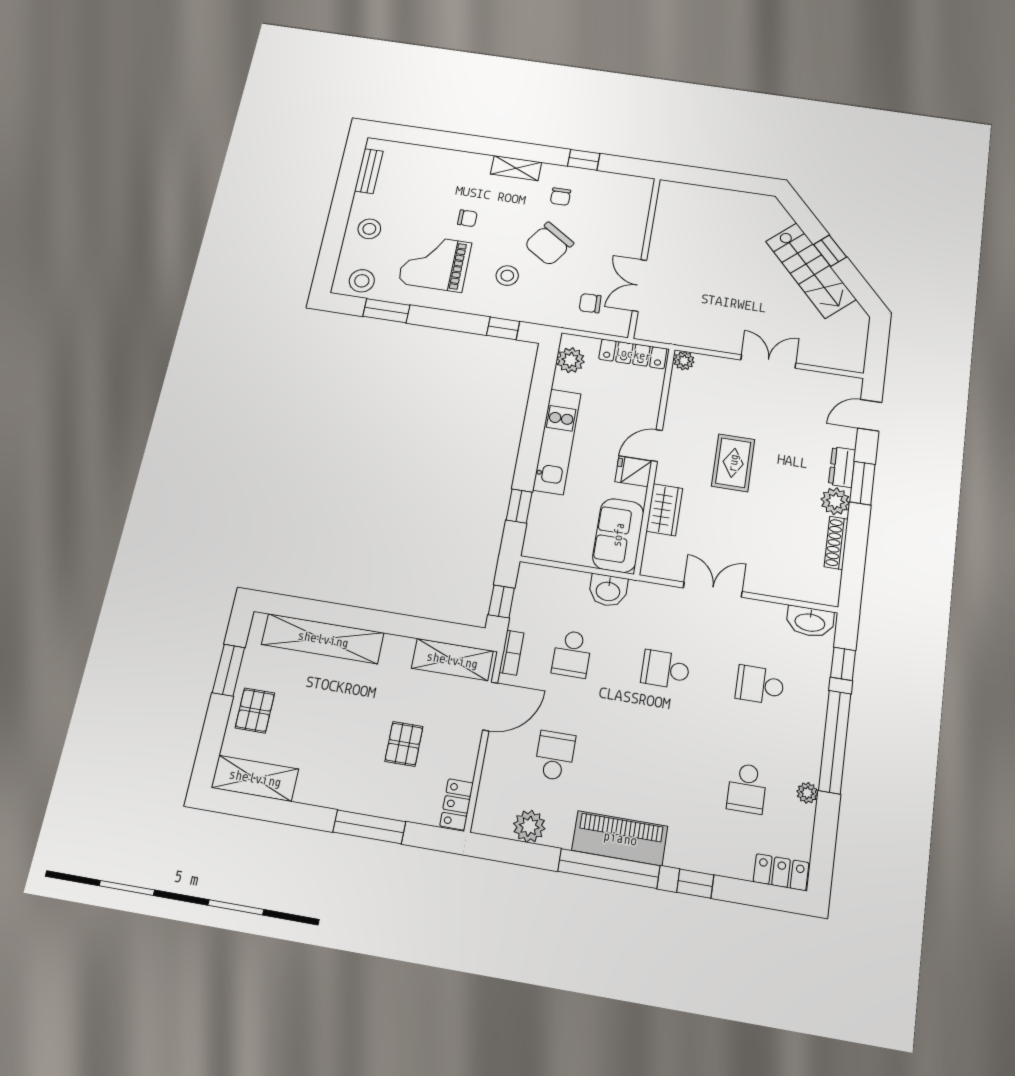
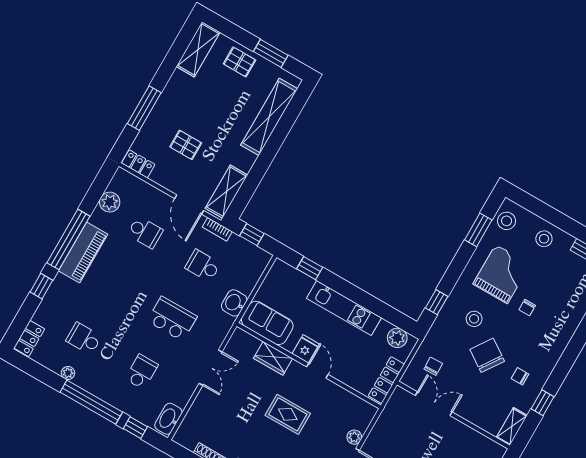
shelving: (516, 168) -> (512, 427), moved
plant: (684, 361) -> (354, 437), moved
school desk: (665, 669) -> (172, 319), width x1.85

